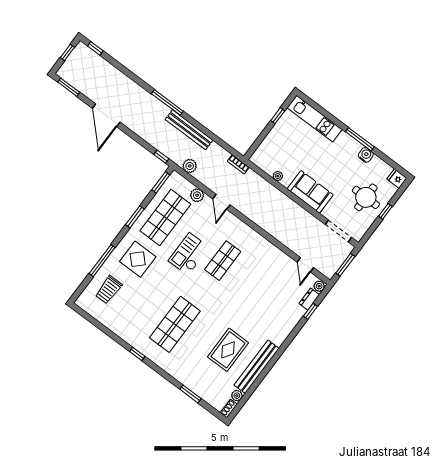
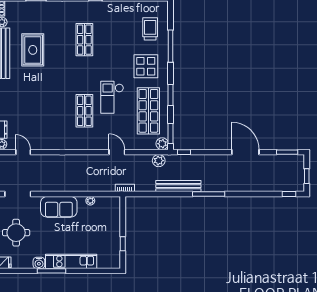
kitchen unit: (315, 119) -> (71, 261), moved
plant: (197, 195) -> (162, 144), moved
checkout: (189, 254) -> (112, 97), turned 180
shop shelf: (175, 324) -> (84, 40), width x0.70, depth x0.74

